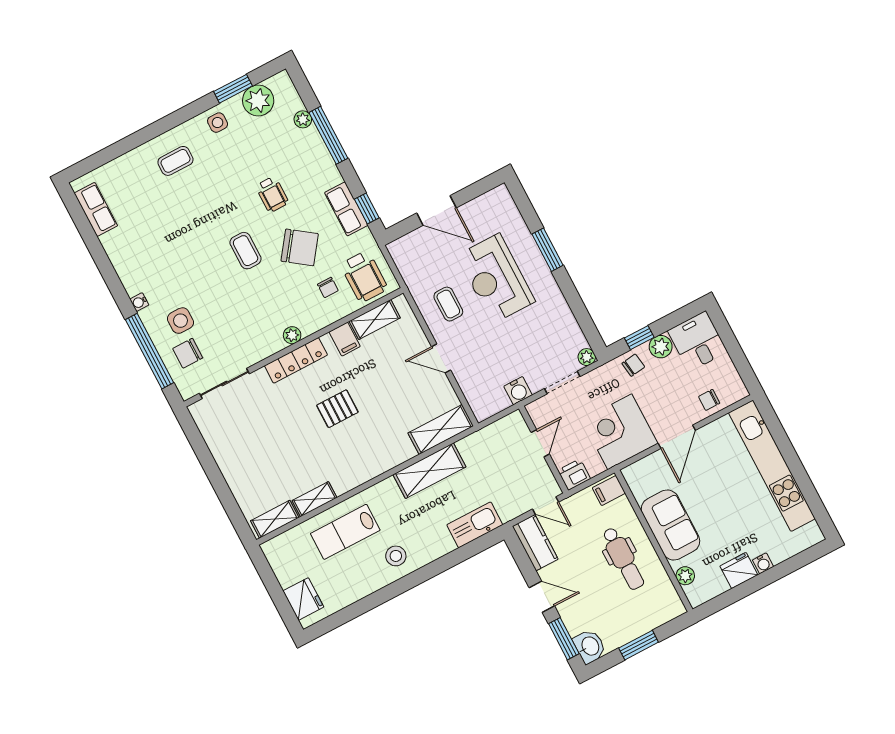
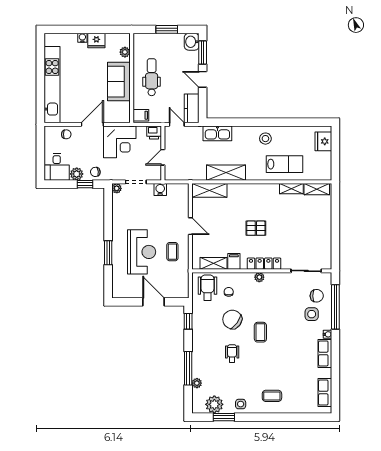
row of seats: (346, 209) -> (325, 353), moved, turned 180

